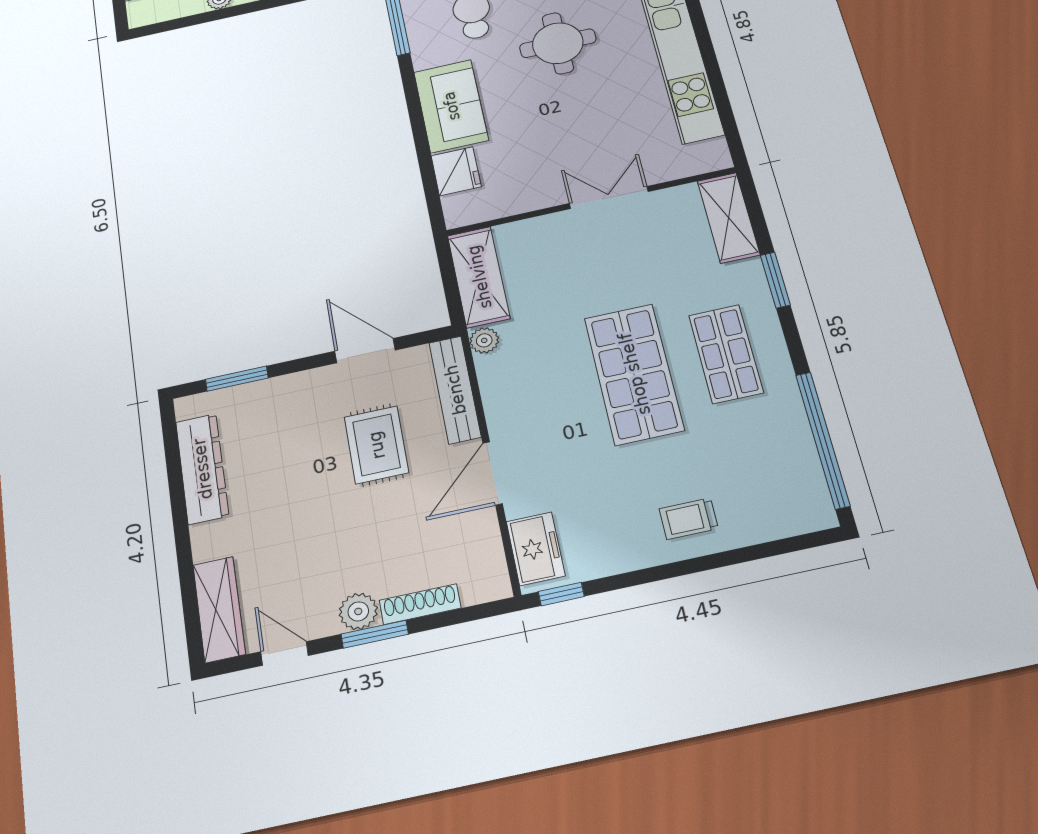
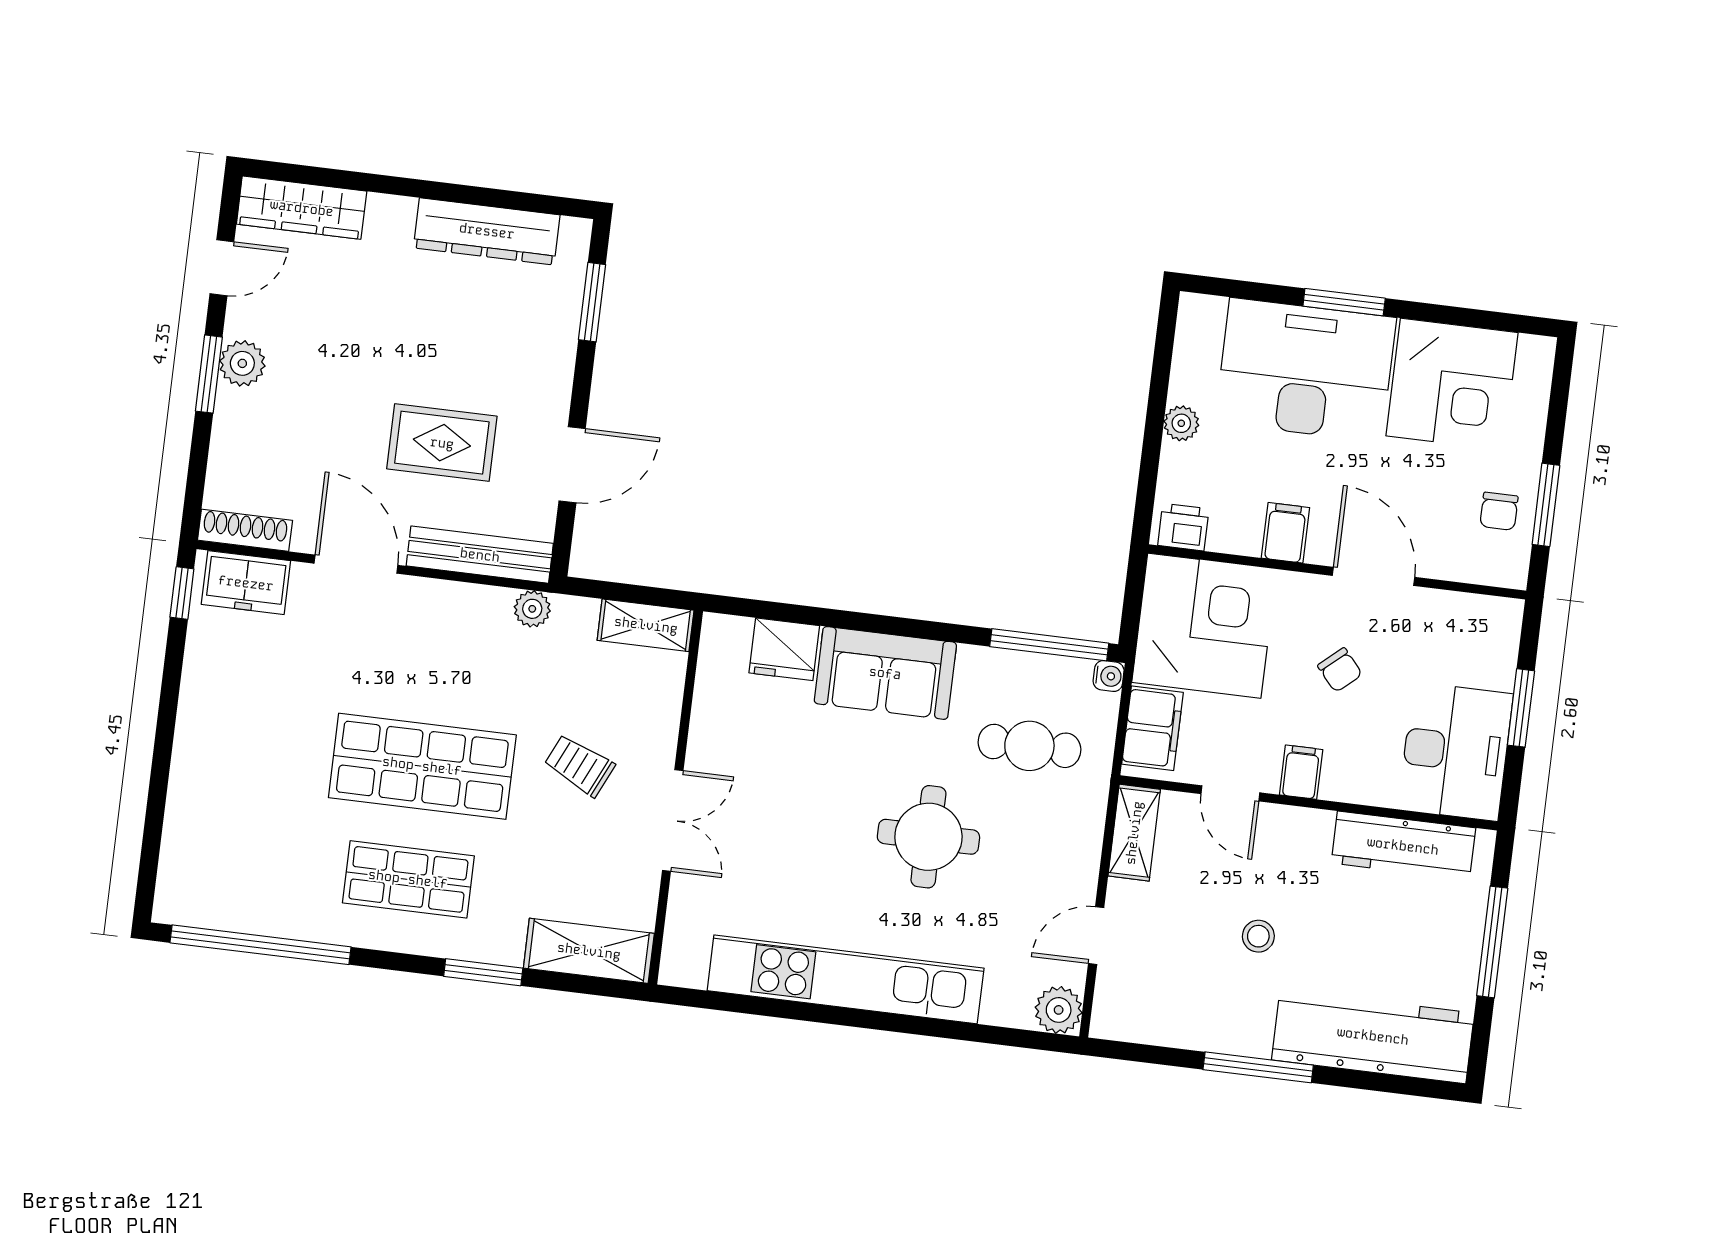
shelving: (479, 277) -> (646, 625), width x0.67, depth x0.75
trolley: (689, 519) -> (579, 765), moved, turned -65
shoe rack: (420, 604) -> (245, 530), moved, turned -90

